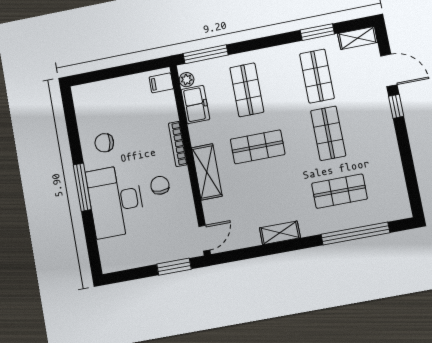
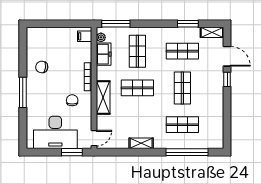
shop shelf: (317, 76) -> (182, 51), turned 90
desk: (116, 201) -> (55, 132), moved, turned -90

